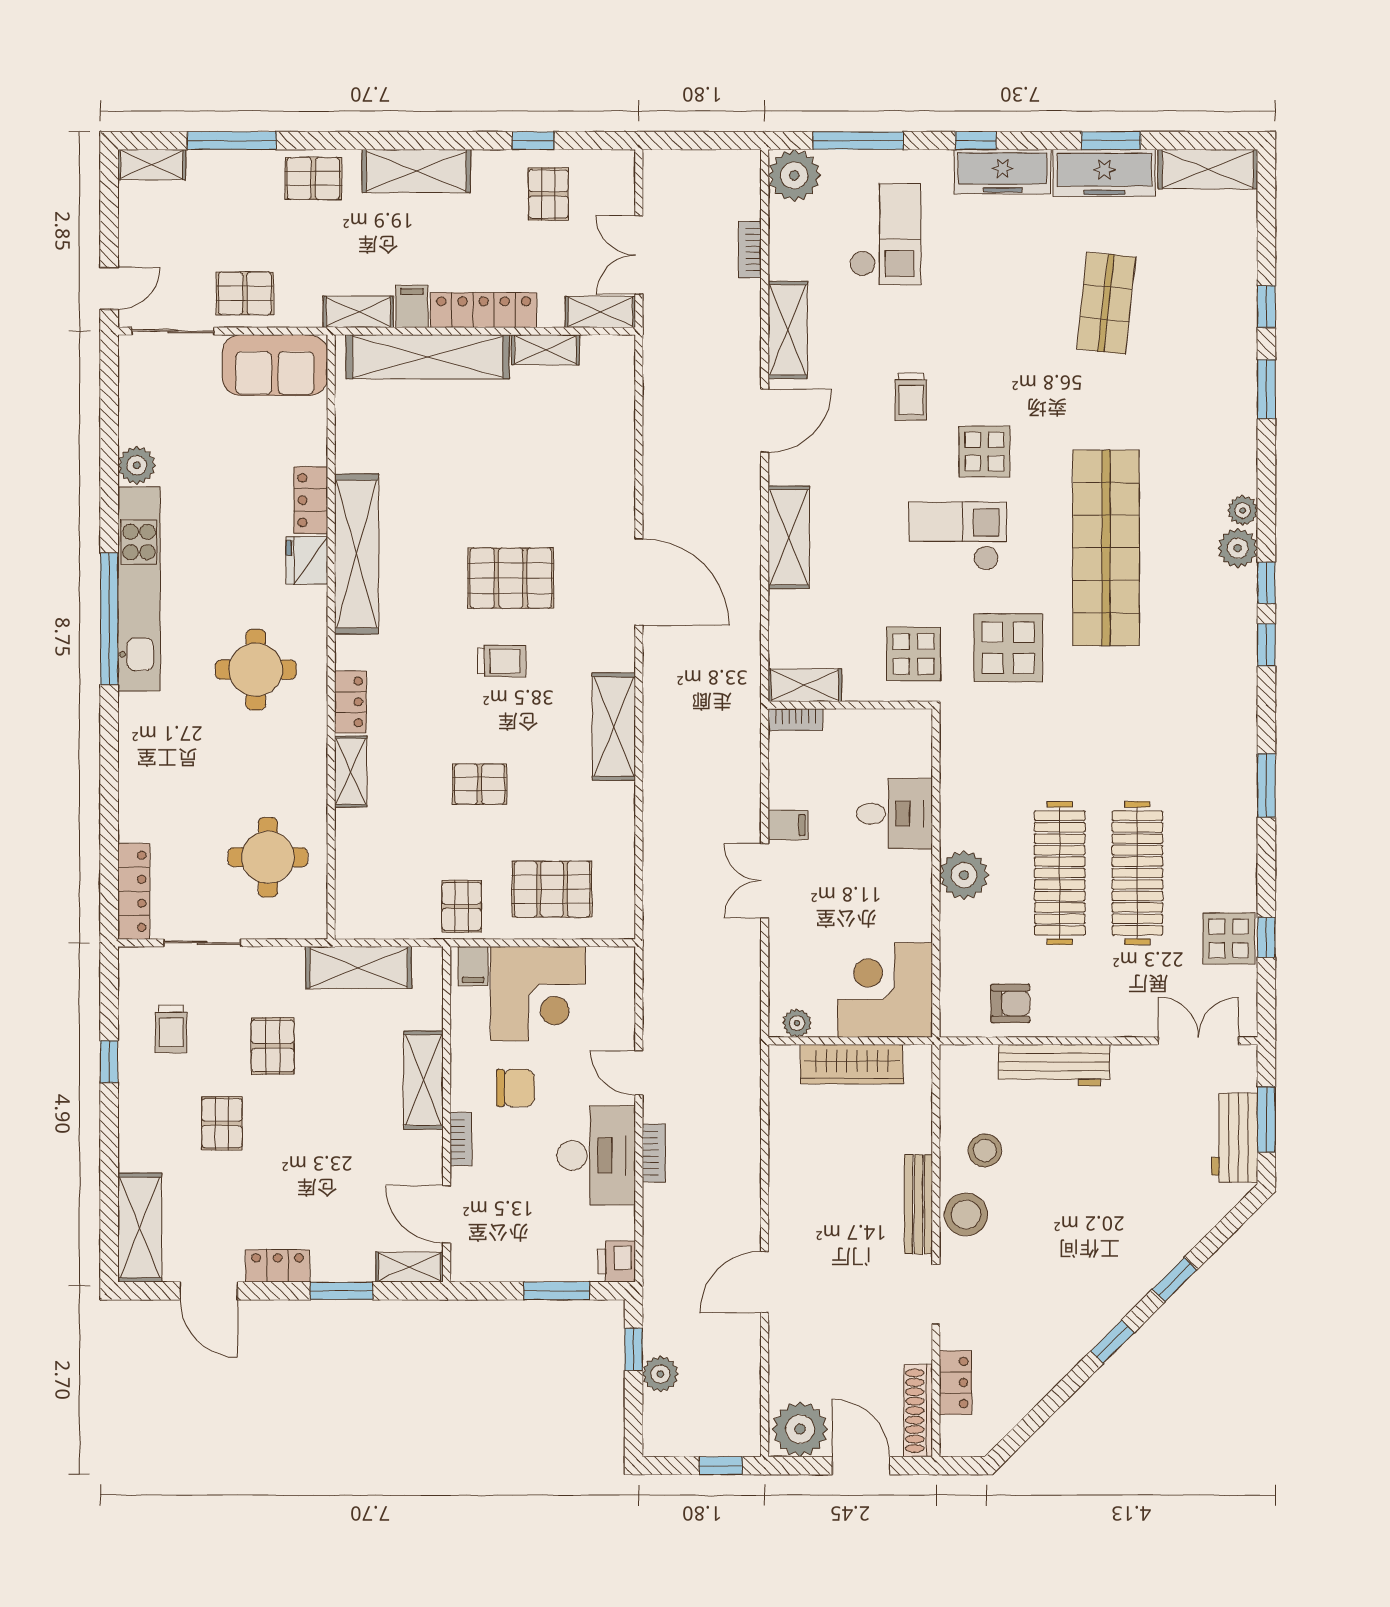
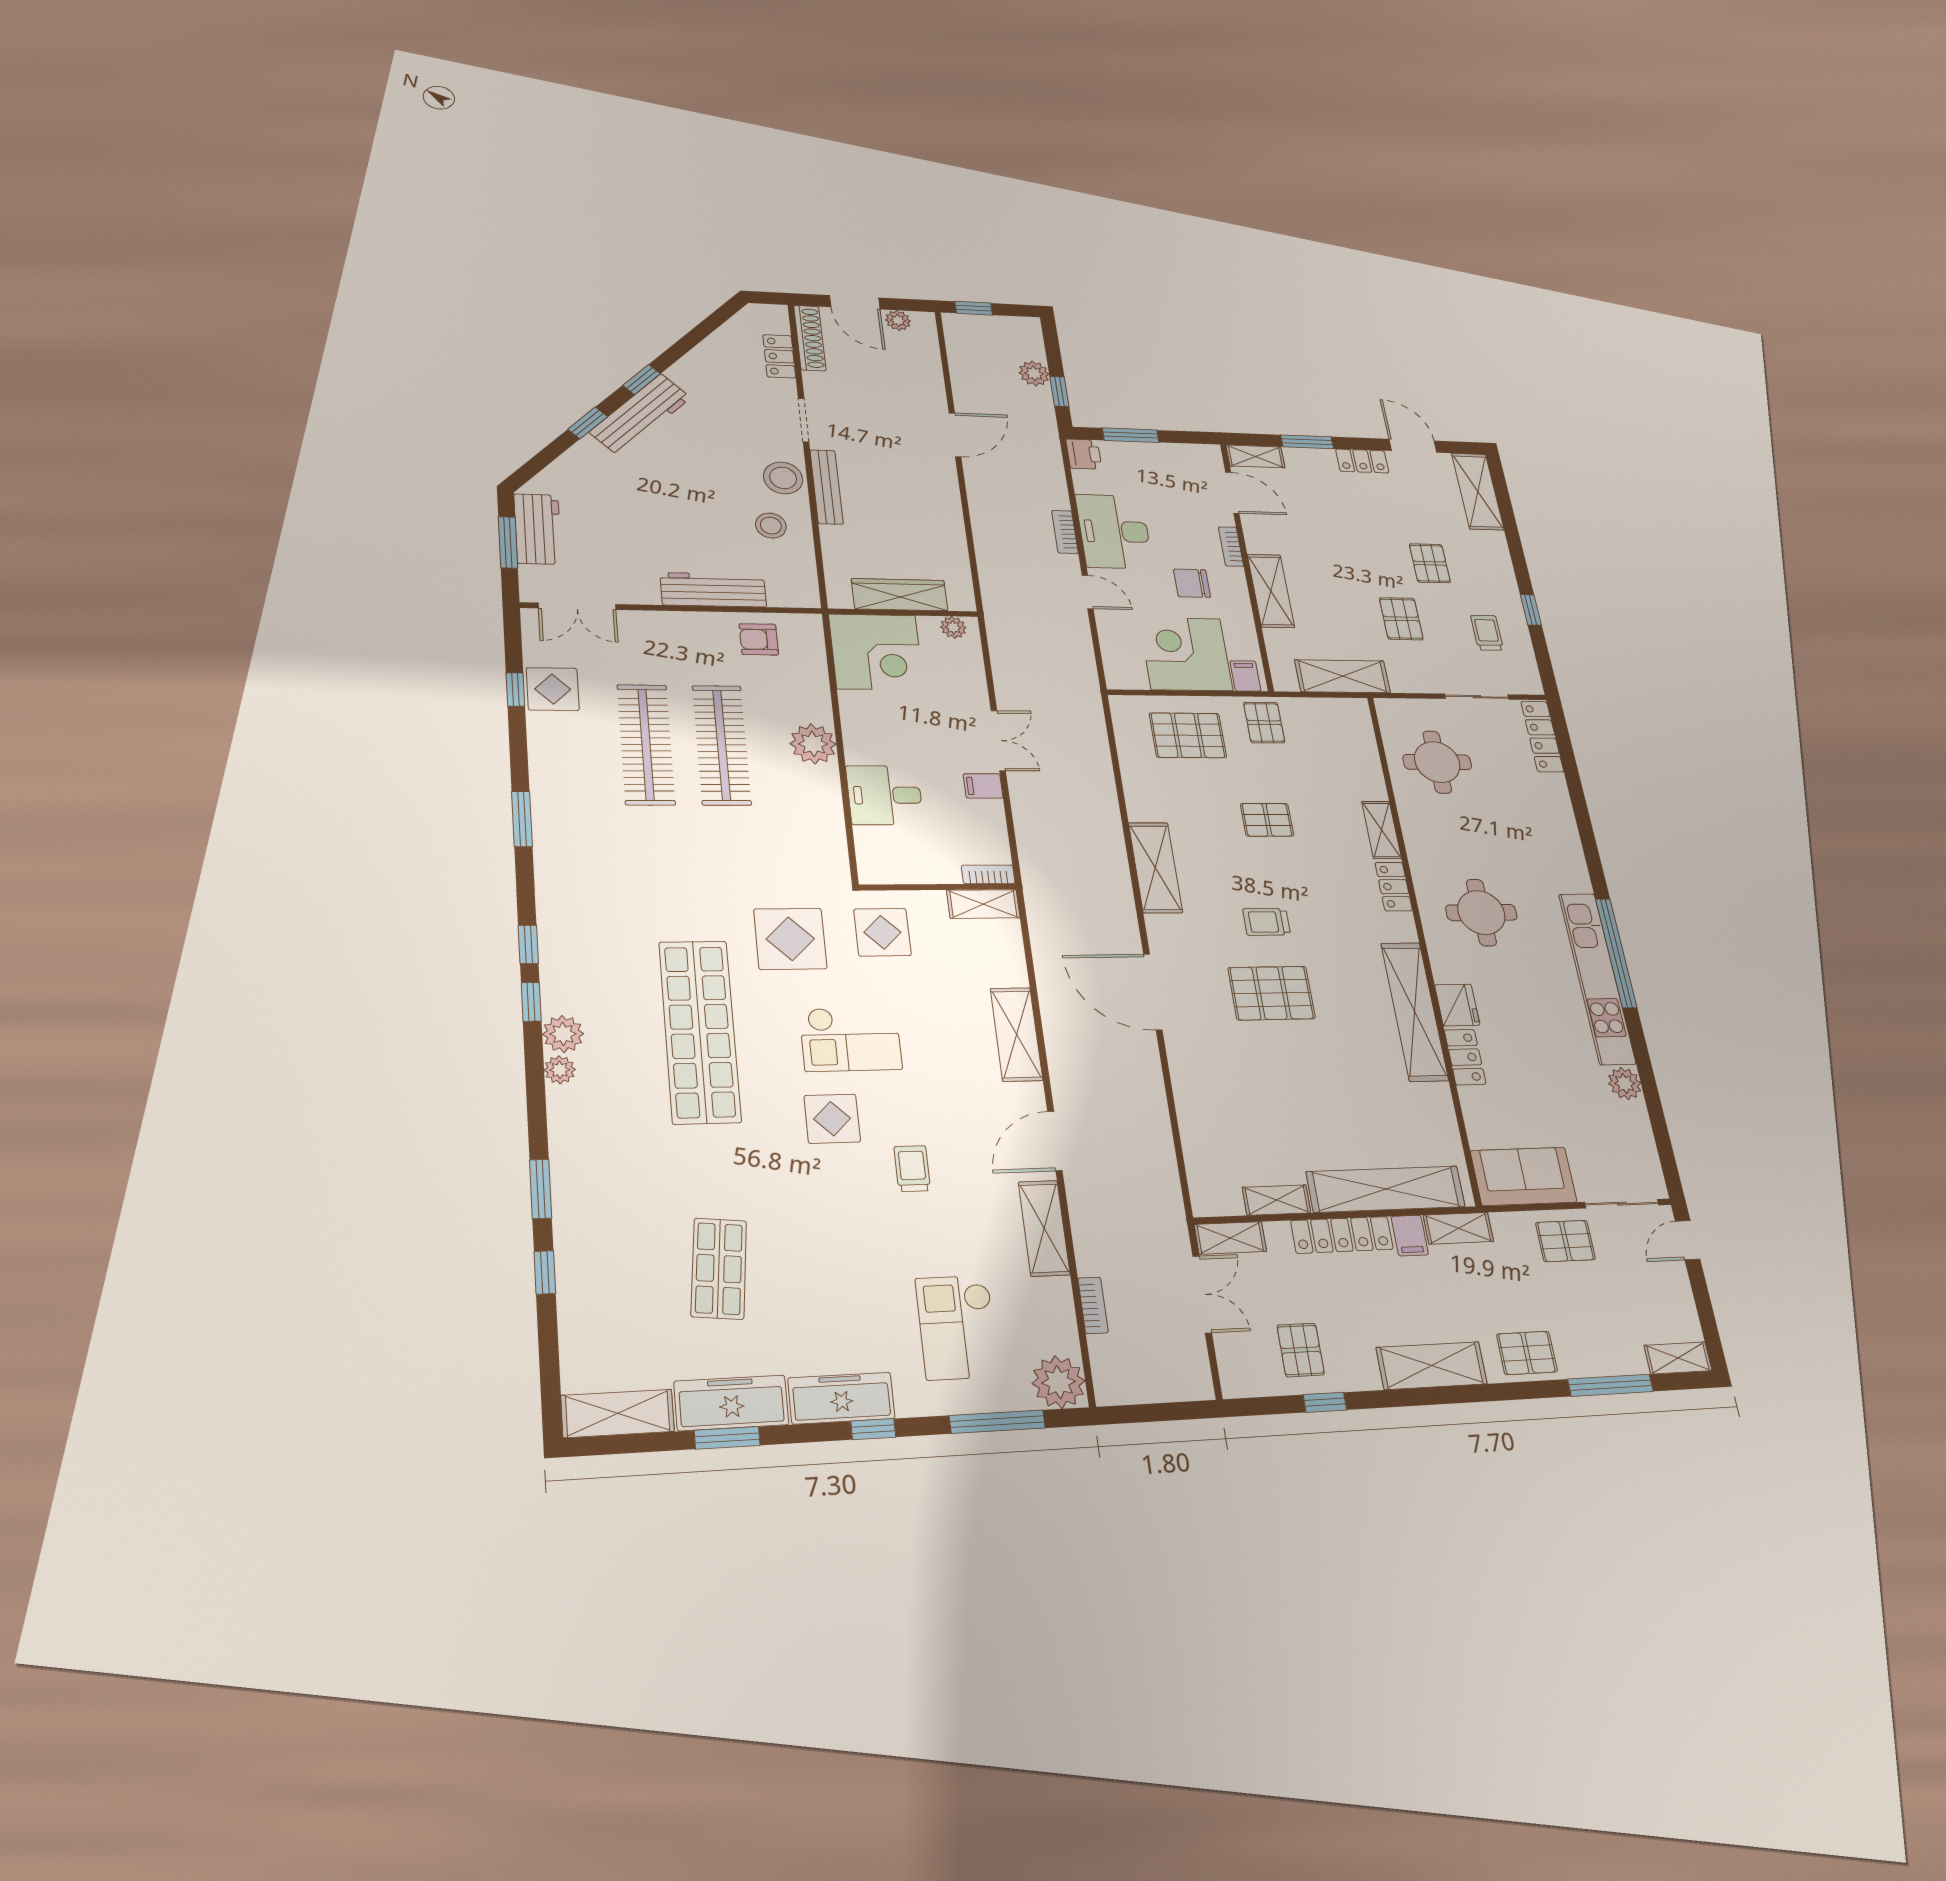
workbench: (1117, 1293) -> (640, 415), added
plant: (800, 1429) -> (898, 320), width x0.53, depth x0.53

